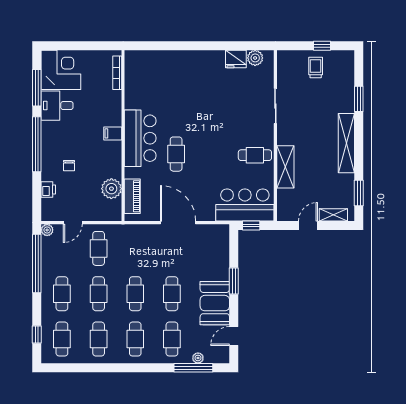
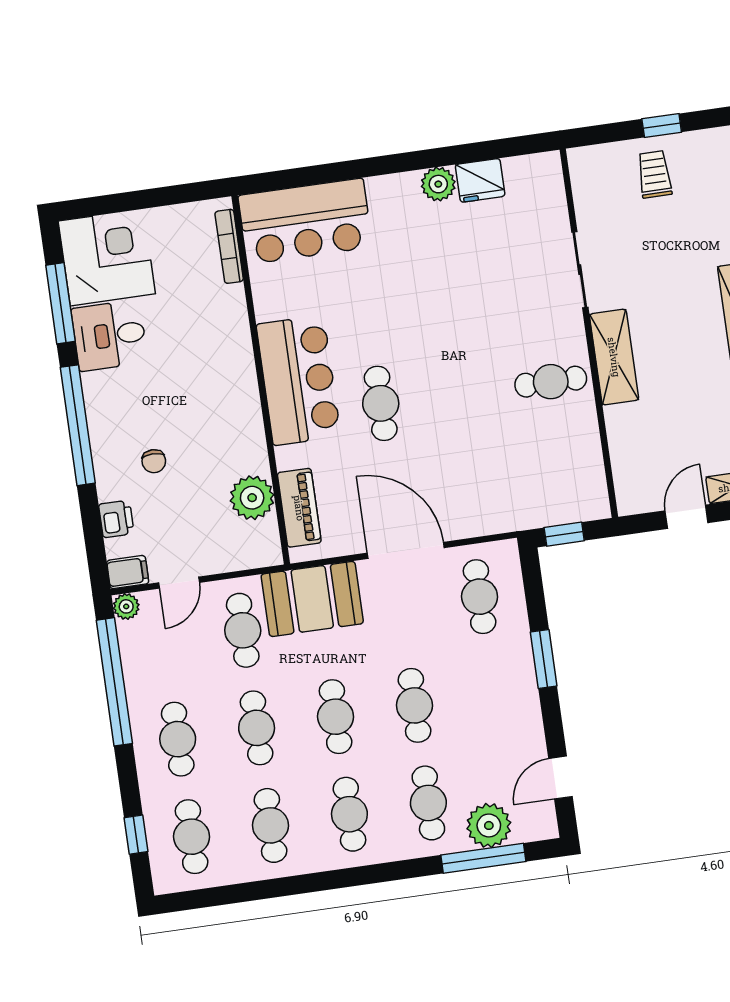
plant: (255, 58) -> (438, 184), moved
filing cabinet: (113, 133) -> (128, 572), moved, turned 180
shelving: (285, 167) -> (614, 357), moved
bar counter: (245, 205) -> (305, 221), moved, turned 180
cafe table: (209, 248) -> (480, 597), added
booth: (215, 303) -> (312, 599), moved, turned 90
plant: (198, 358) -> (489, 825), width x1.88, depth x1.88

